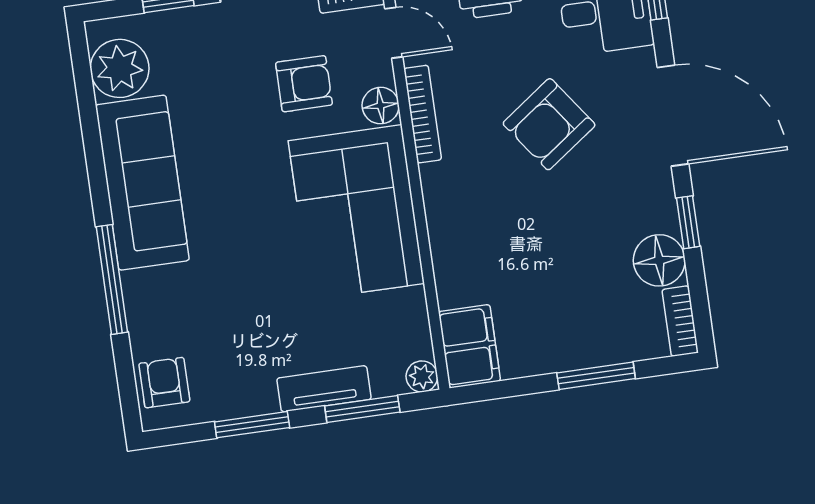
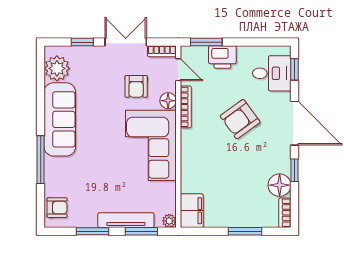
armchair: (304, 84) -> (136, 86), turned 90
armchair: (164, 383) -> (57, 208), turned 90
tv unit: (324, 389) -> (126, 220), width x1.41

